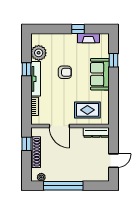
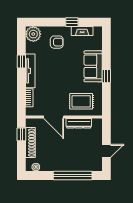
plant: (39, 53) -> (33, 34), moved
window: (113, 60) -> (106, 76), moved
armchair: (65, 72) -> (57, 42), moved
dresser: (96, 132) -> (79, 123), moved
window: (63, 186) -> (73, 175), moved

